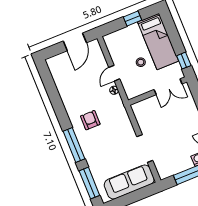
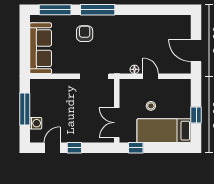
armchair: (90, 120) -> (85, 34), moved, turned -90
doorway: (145, 148) -> (94, 76), moved

